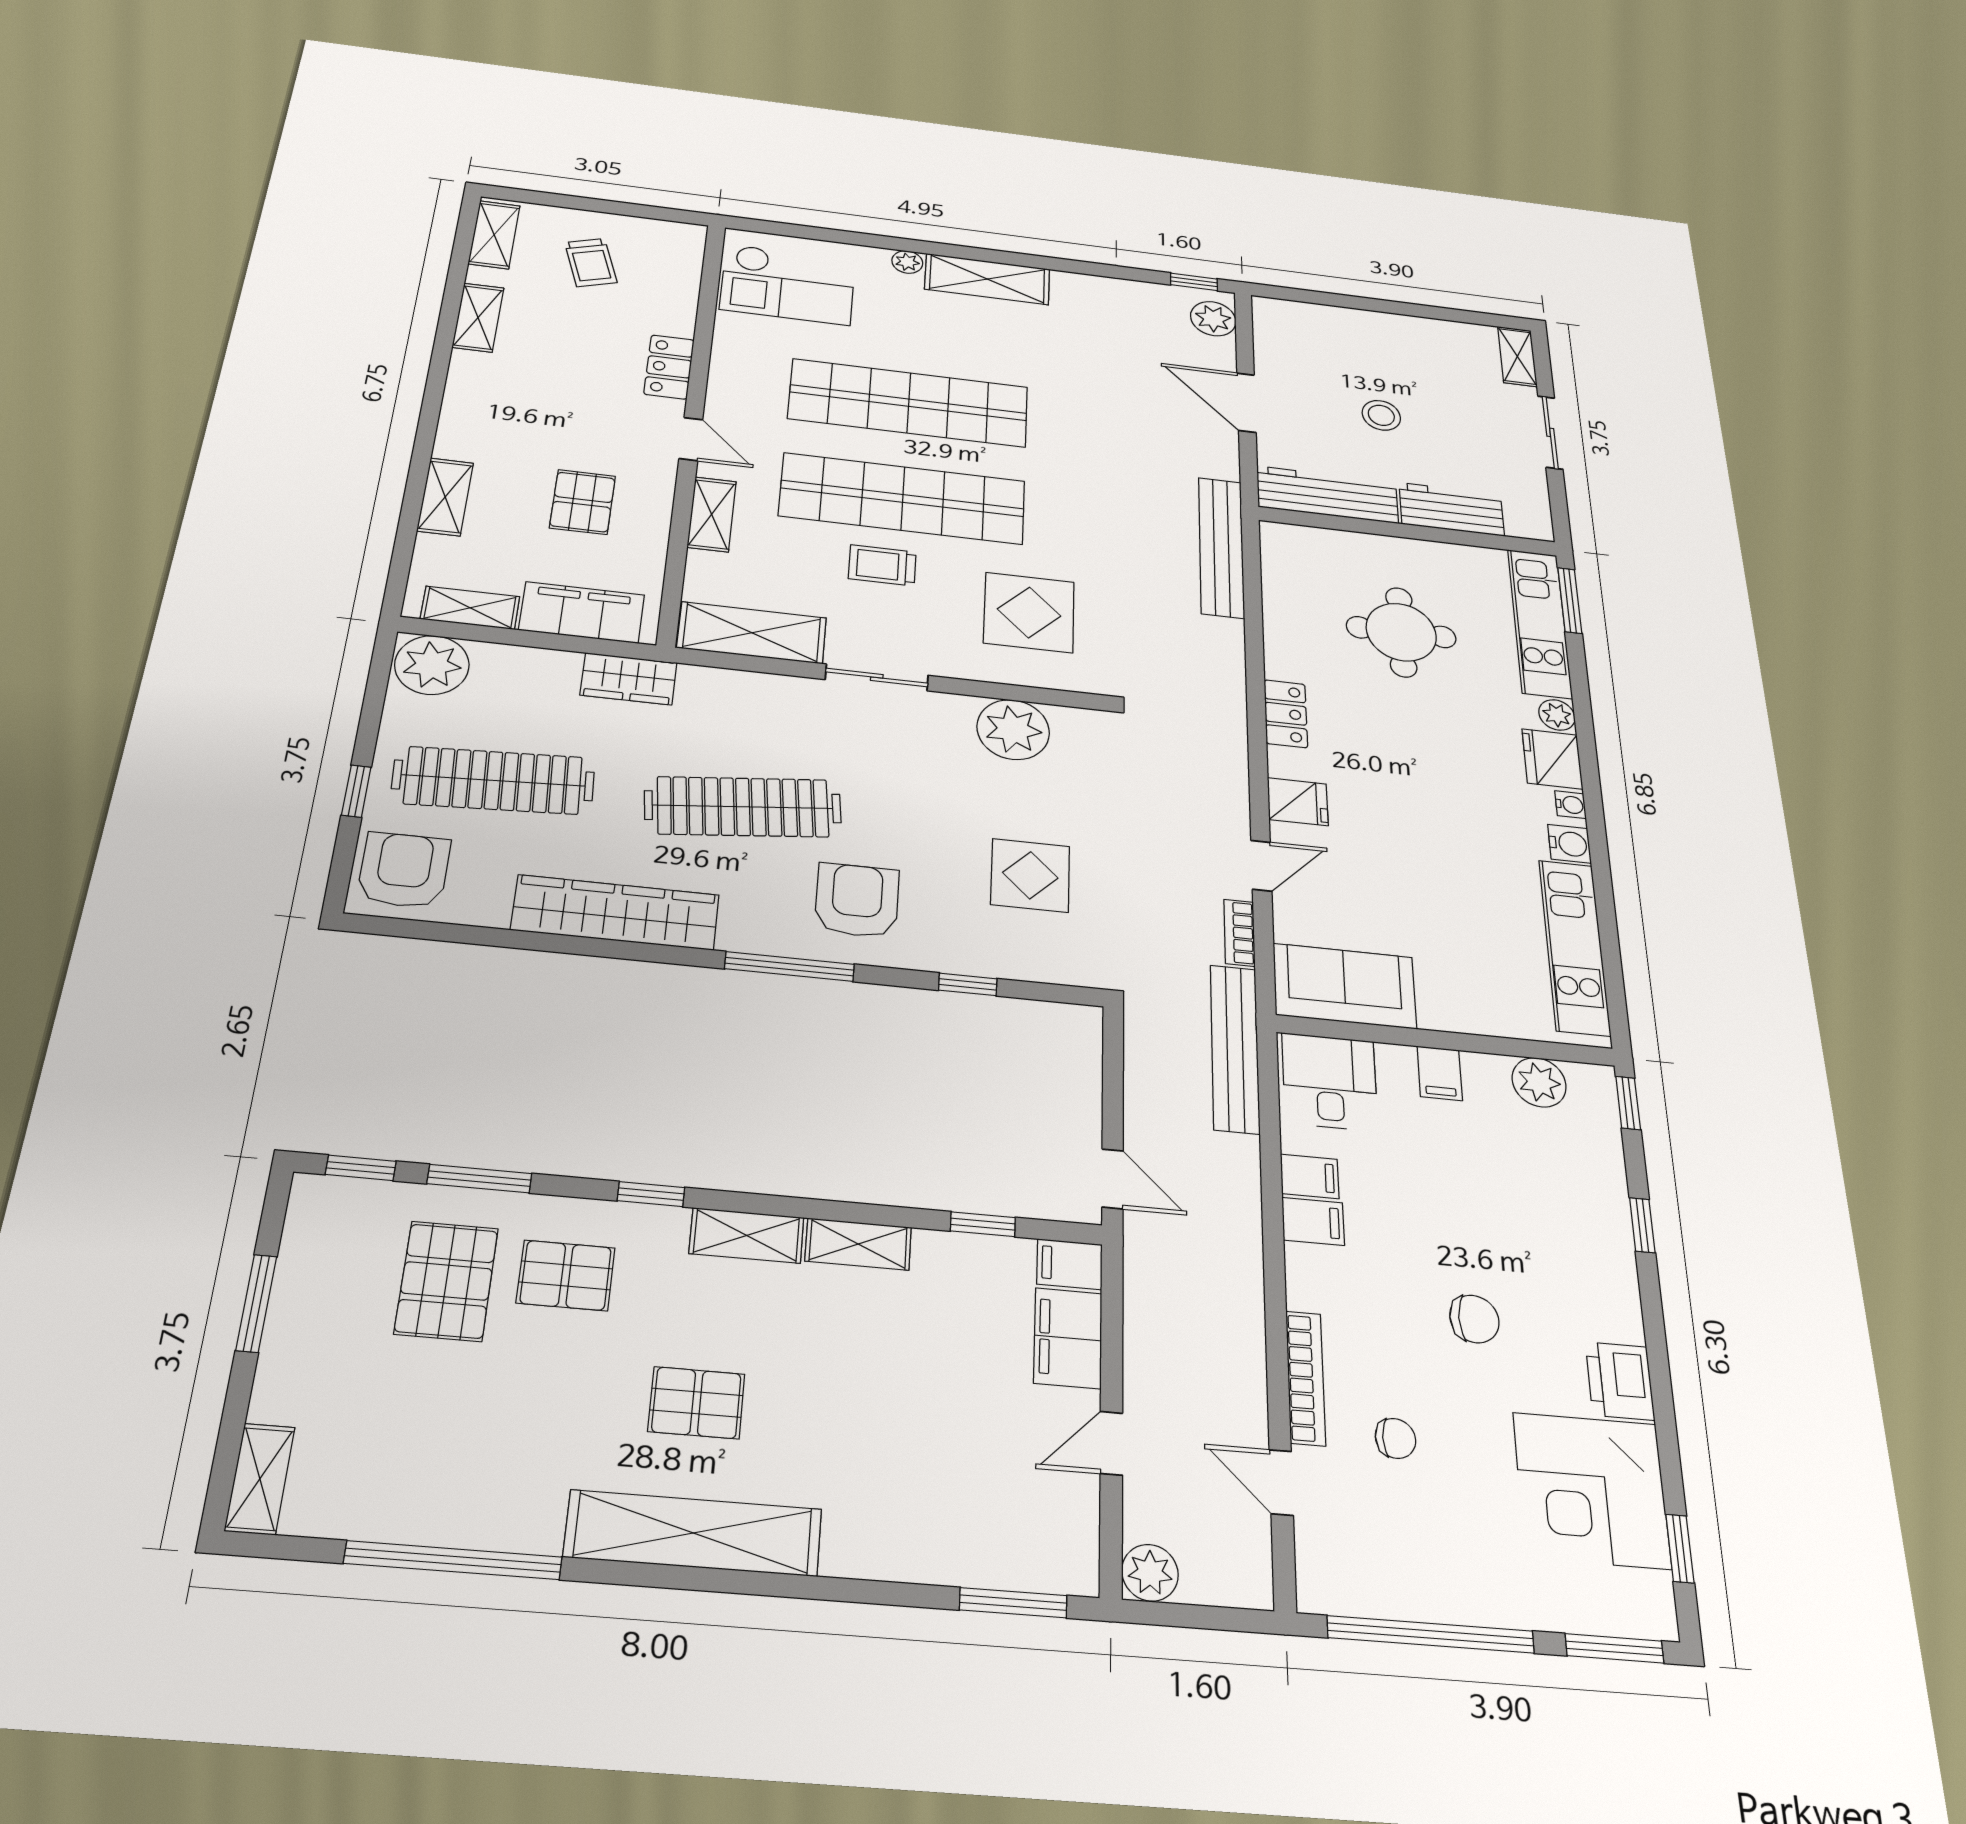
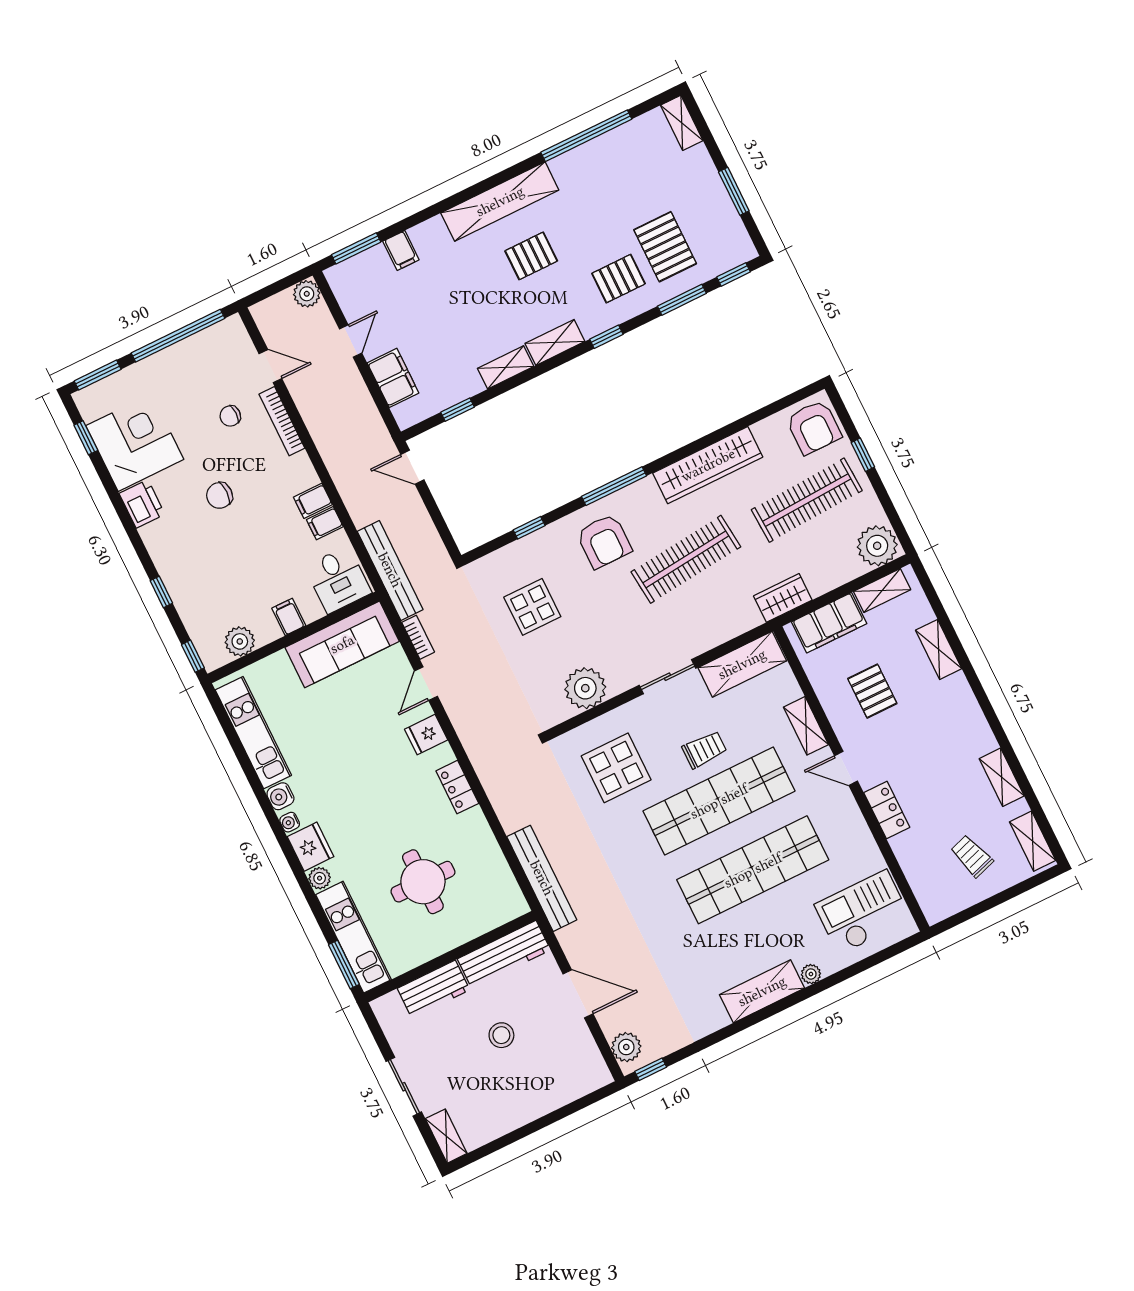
sofa: (1345, 986) -> (342, 644), width x1.36
filing cabinet: (1070, 1264) -> (401, 250), moved, turned 90

